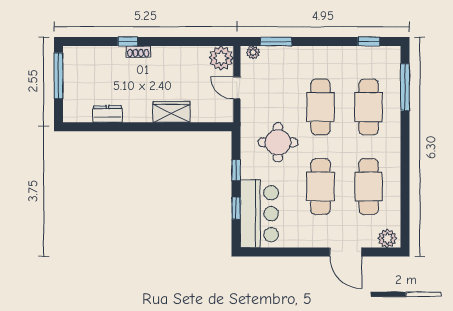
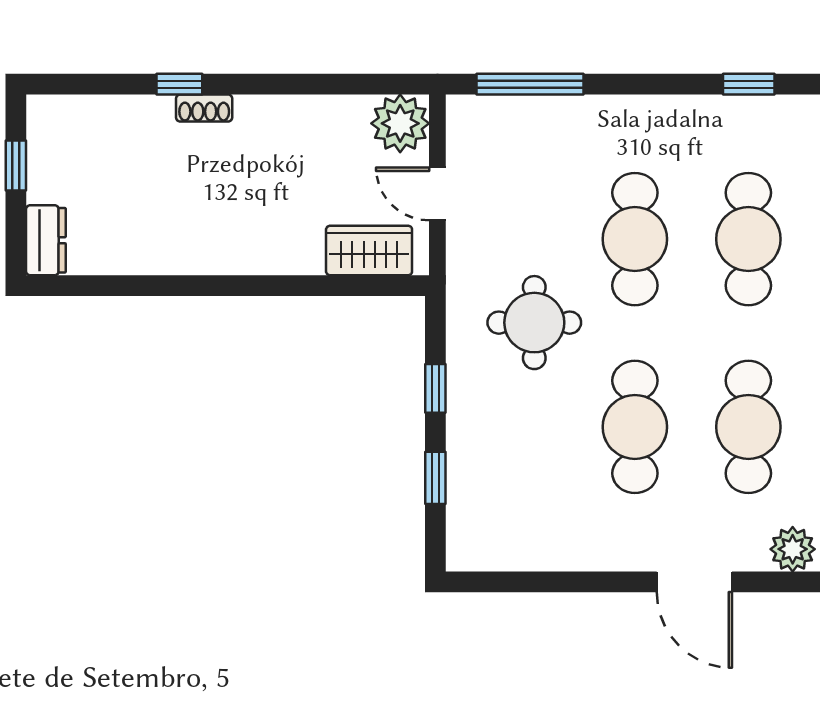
window: (276, 41) -> (530, 84), width x1.44
plant: (253, 52) -> (475, 110), removed
window: (58, 76) -> (16, 165), width x0.46
wardrobe: (171, 112) -> (369, 250), moved
dresser: (108, 114) -> (46, 240), moved, turned 90
bar counter: (259, 214) -> (490, 491), removed

